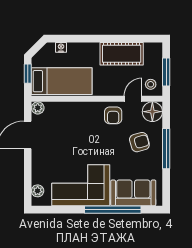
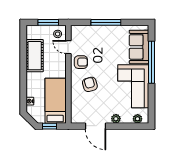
plant: (38, 108) -> (116, 119), moved
floor lamp: (152, 112) -> (78, 33), removed
armchair: (139, 142) -> (90, 84), moved

